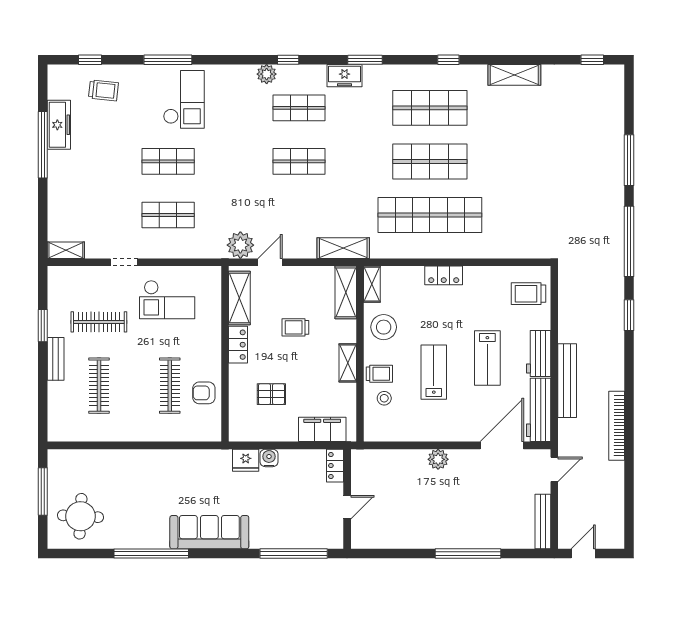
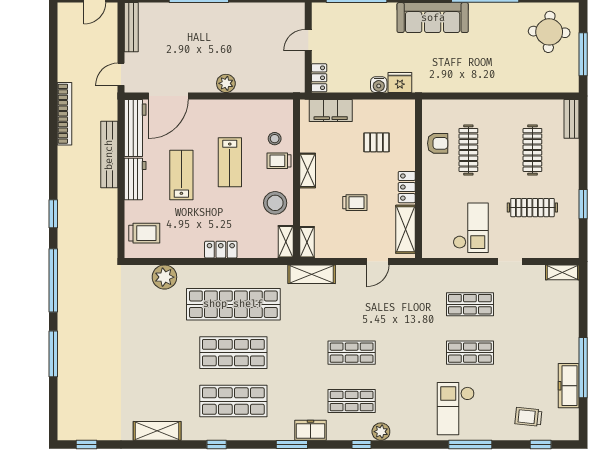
plant: (240, 245) -> (164, 277), moved
shelving: (346, 292) -> (307, 242), width x0.67, depth x0.75
checkout: (167, 300) -> (471, 228), turned 90
bench: (56, 359) -> (572, 119), moved

